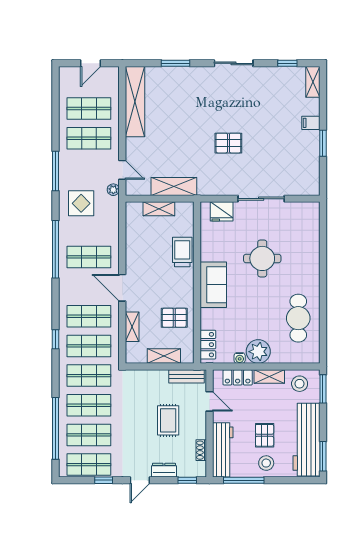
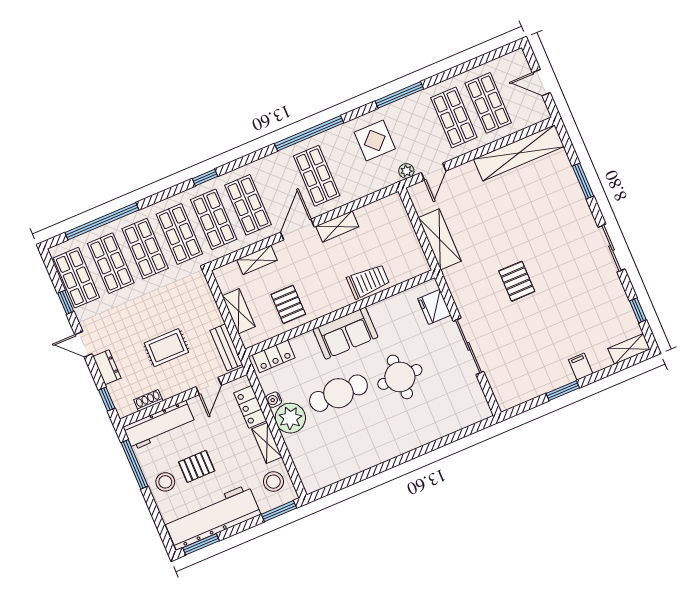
shelving: (159, 209) -> (337, 226), moved, turned 90
cafe table: (298, 318) -> (338, 393), moved

